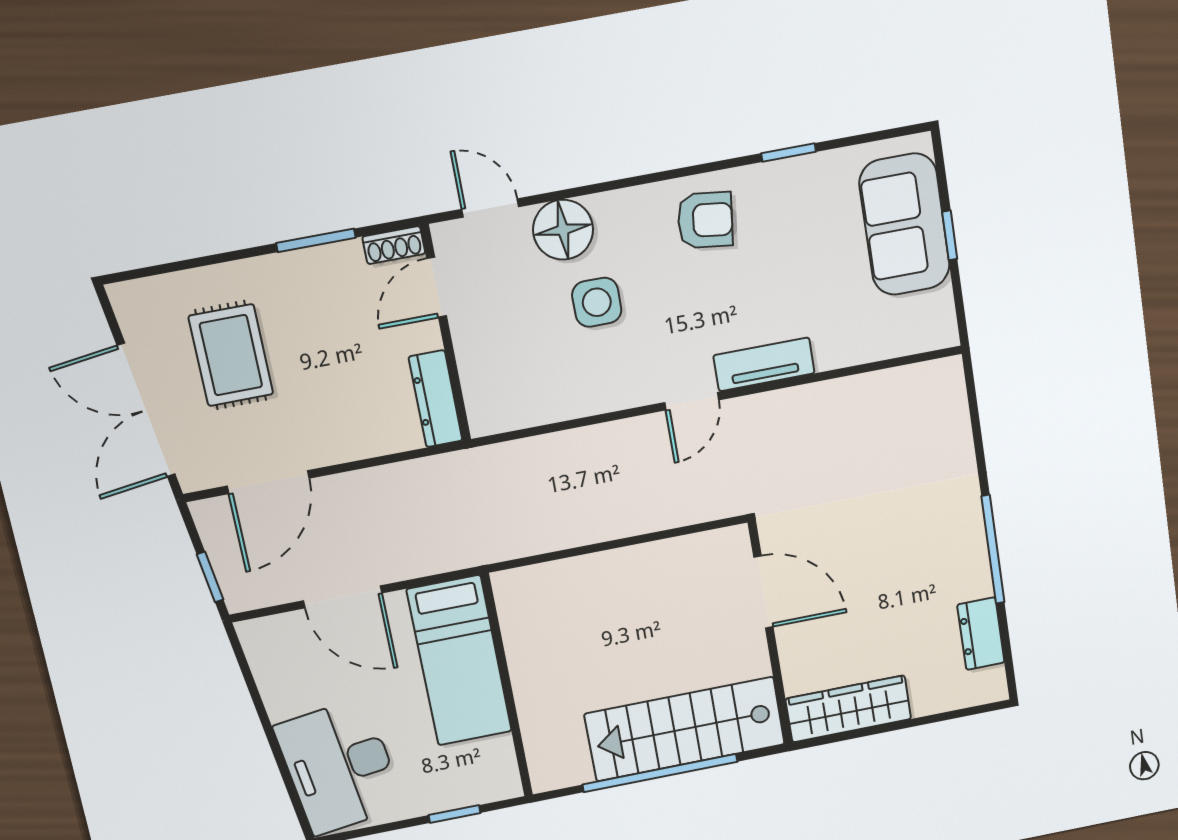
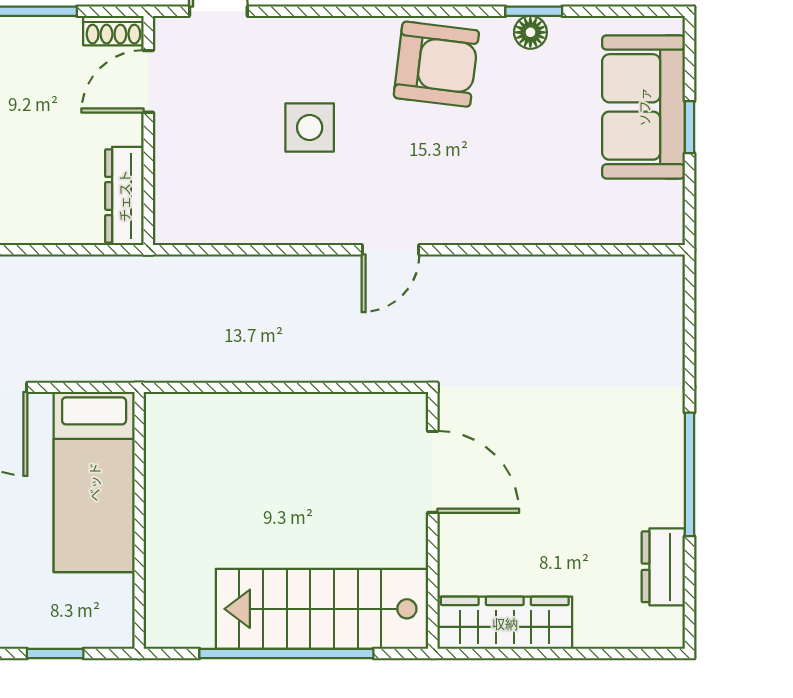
armchair: (705, 220) -> (436, 64), width x1.38, depth x1.38
floor lamp: (563, 230) -> (530, 32), moved, width x0.53, depth x0.53
tv unit: (764, 364) -> (473, 225), removed

